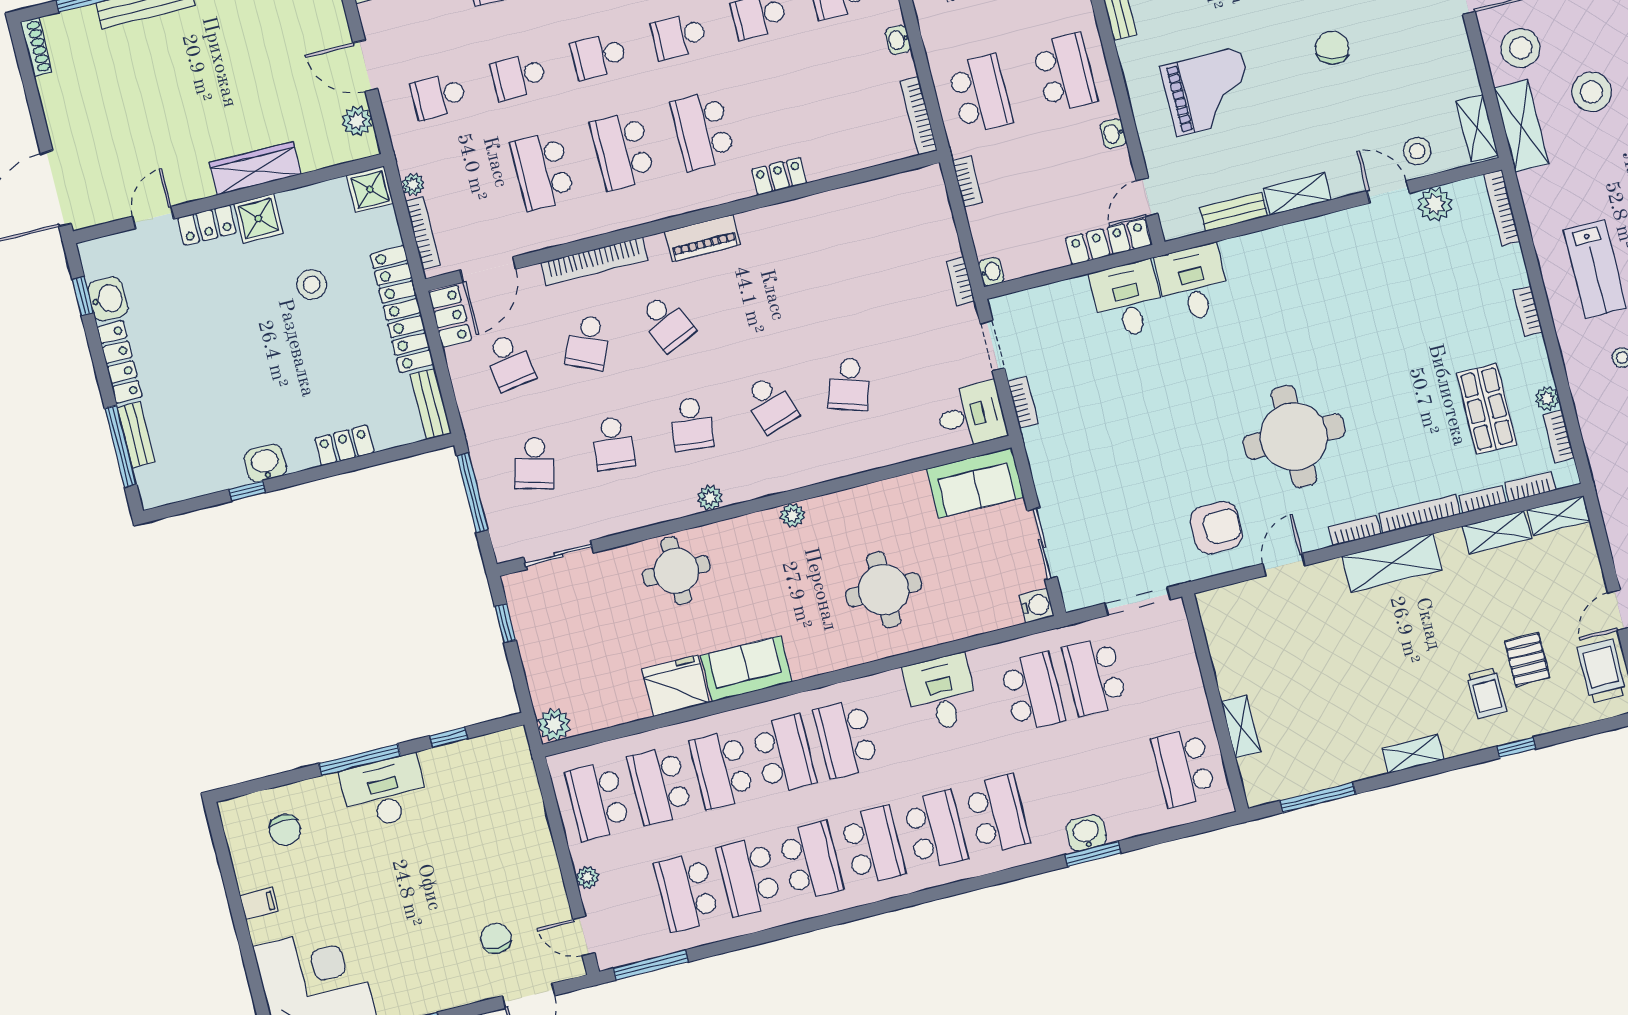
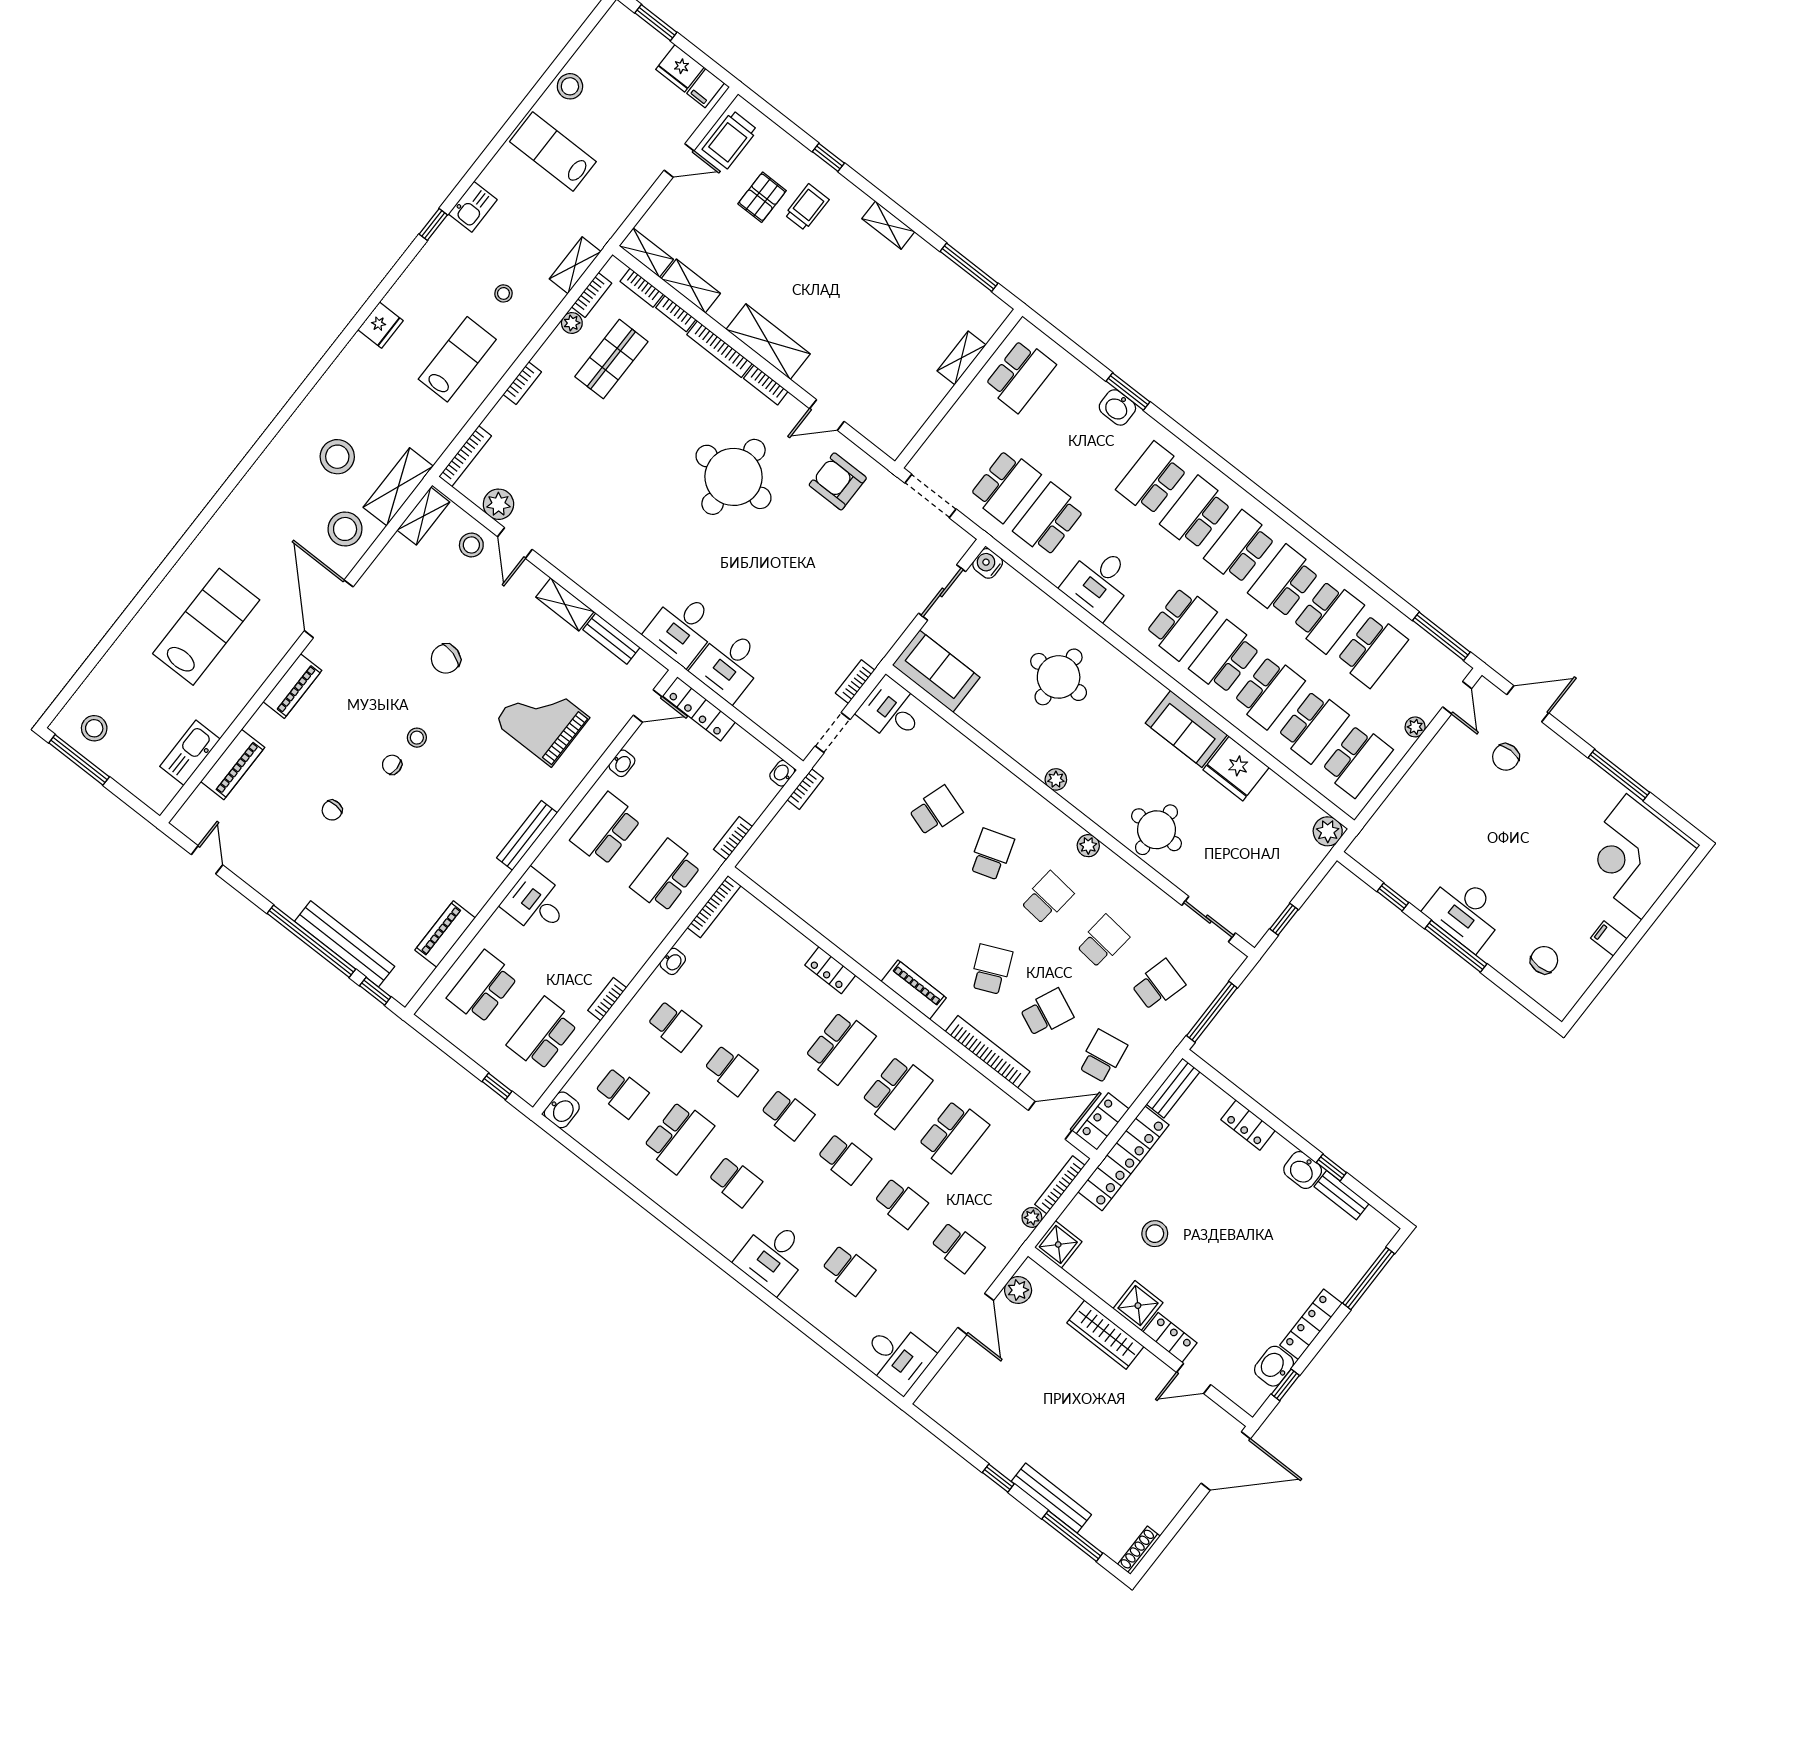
bench: (136, 435) -> (1342, 1195), moved, turned 90
shelving: (1597, 442) -> (575, 265), added

